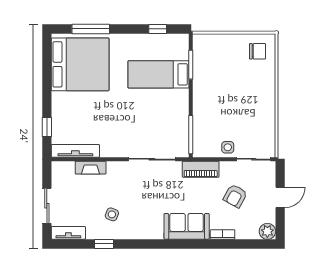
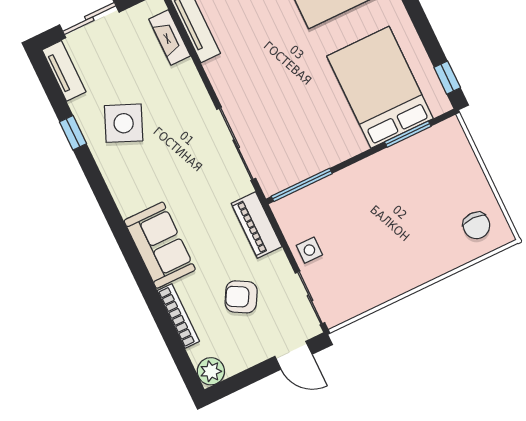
window: (158, 29) -> (447, 78), moved
bed: (159, 74) -> (380, 87), width x1.50
fireplace: (91, 168) -> (170, 37), moved
door: (280, 197) -> (293, 355), moved
side table: (112, 214) -> (124, 123), width x1.87, depth x1.87
bookcase: (223, 235) -> (178, 316), width x1.56

